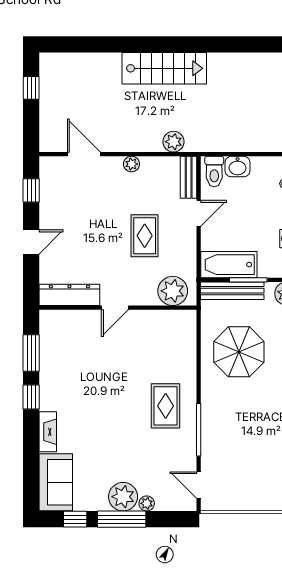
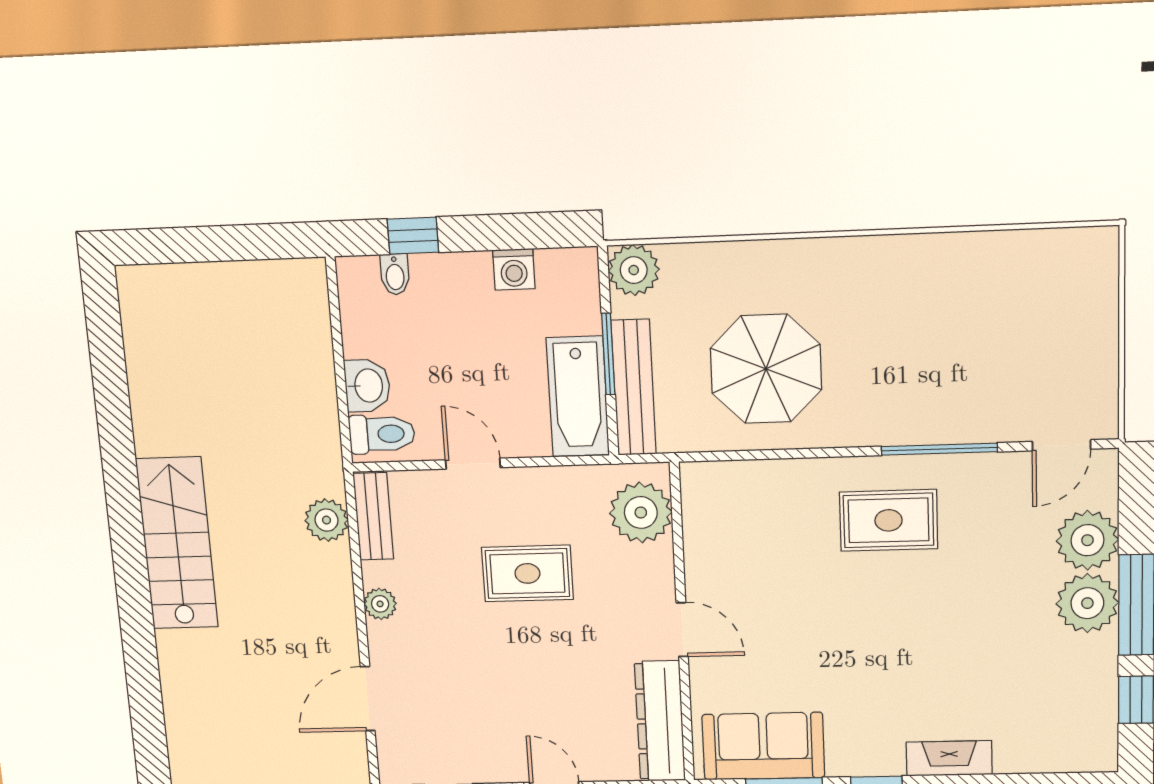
bench: (189, 177) -> (373, 516), moved, turned 90
sofa: (56, 482) -> (763, 746), moved
plant: (147, 503) -> (1087, 540), width x1.88, depth x1.88

